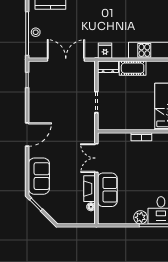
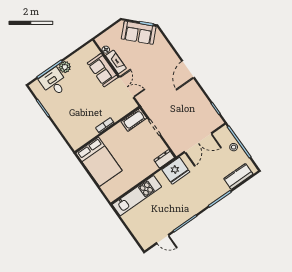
fridge: (105, 51) -> (176, 171), width x1.88, depth x1.34
cot: (133, 68) -> (134, 120), moved
sofa: (39, 176) -> (139, 33), moved, turned -45

